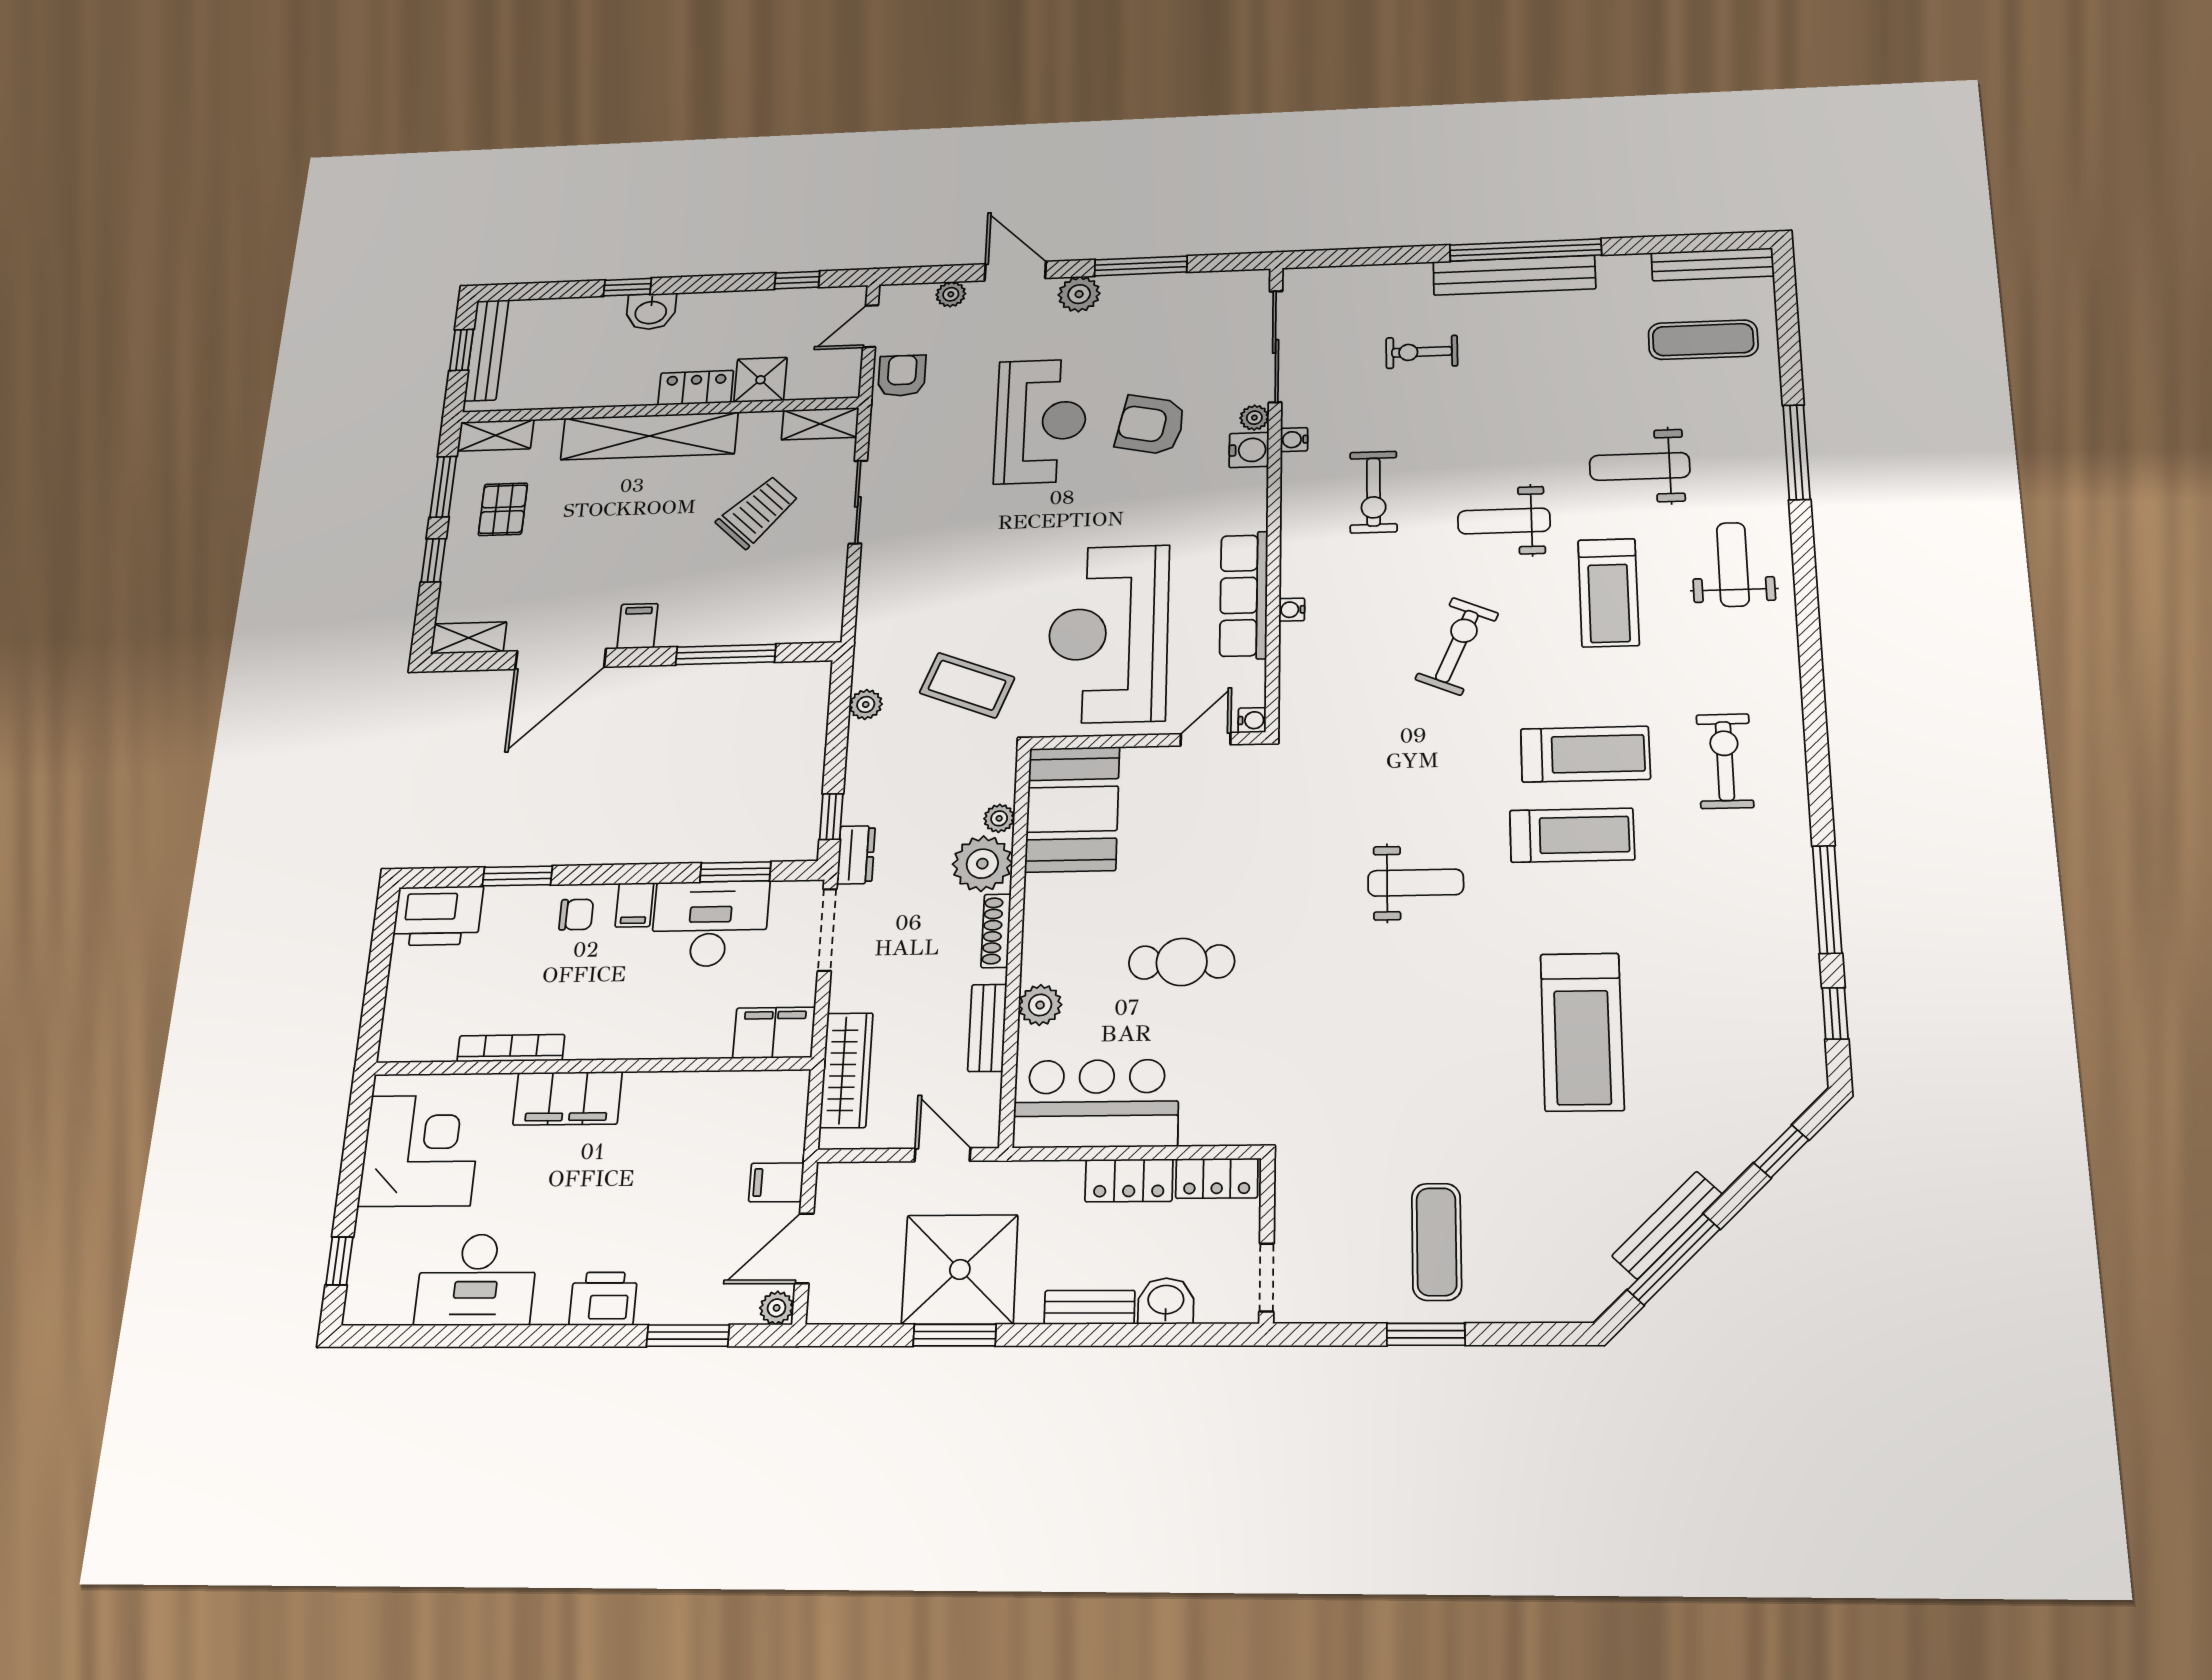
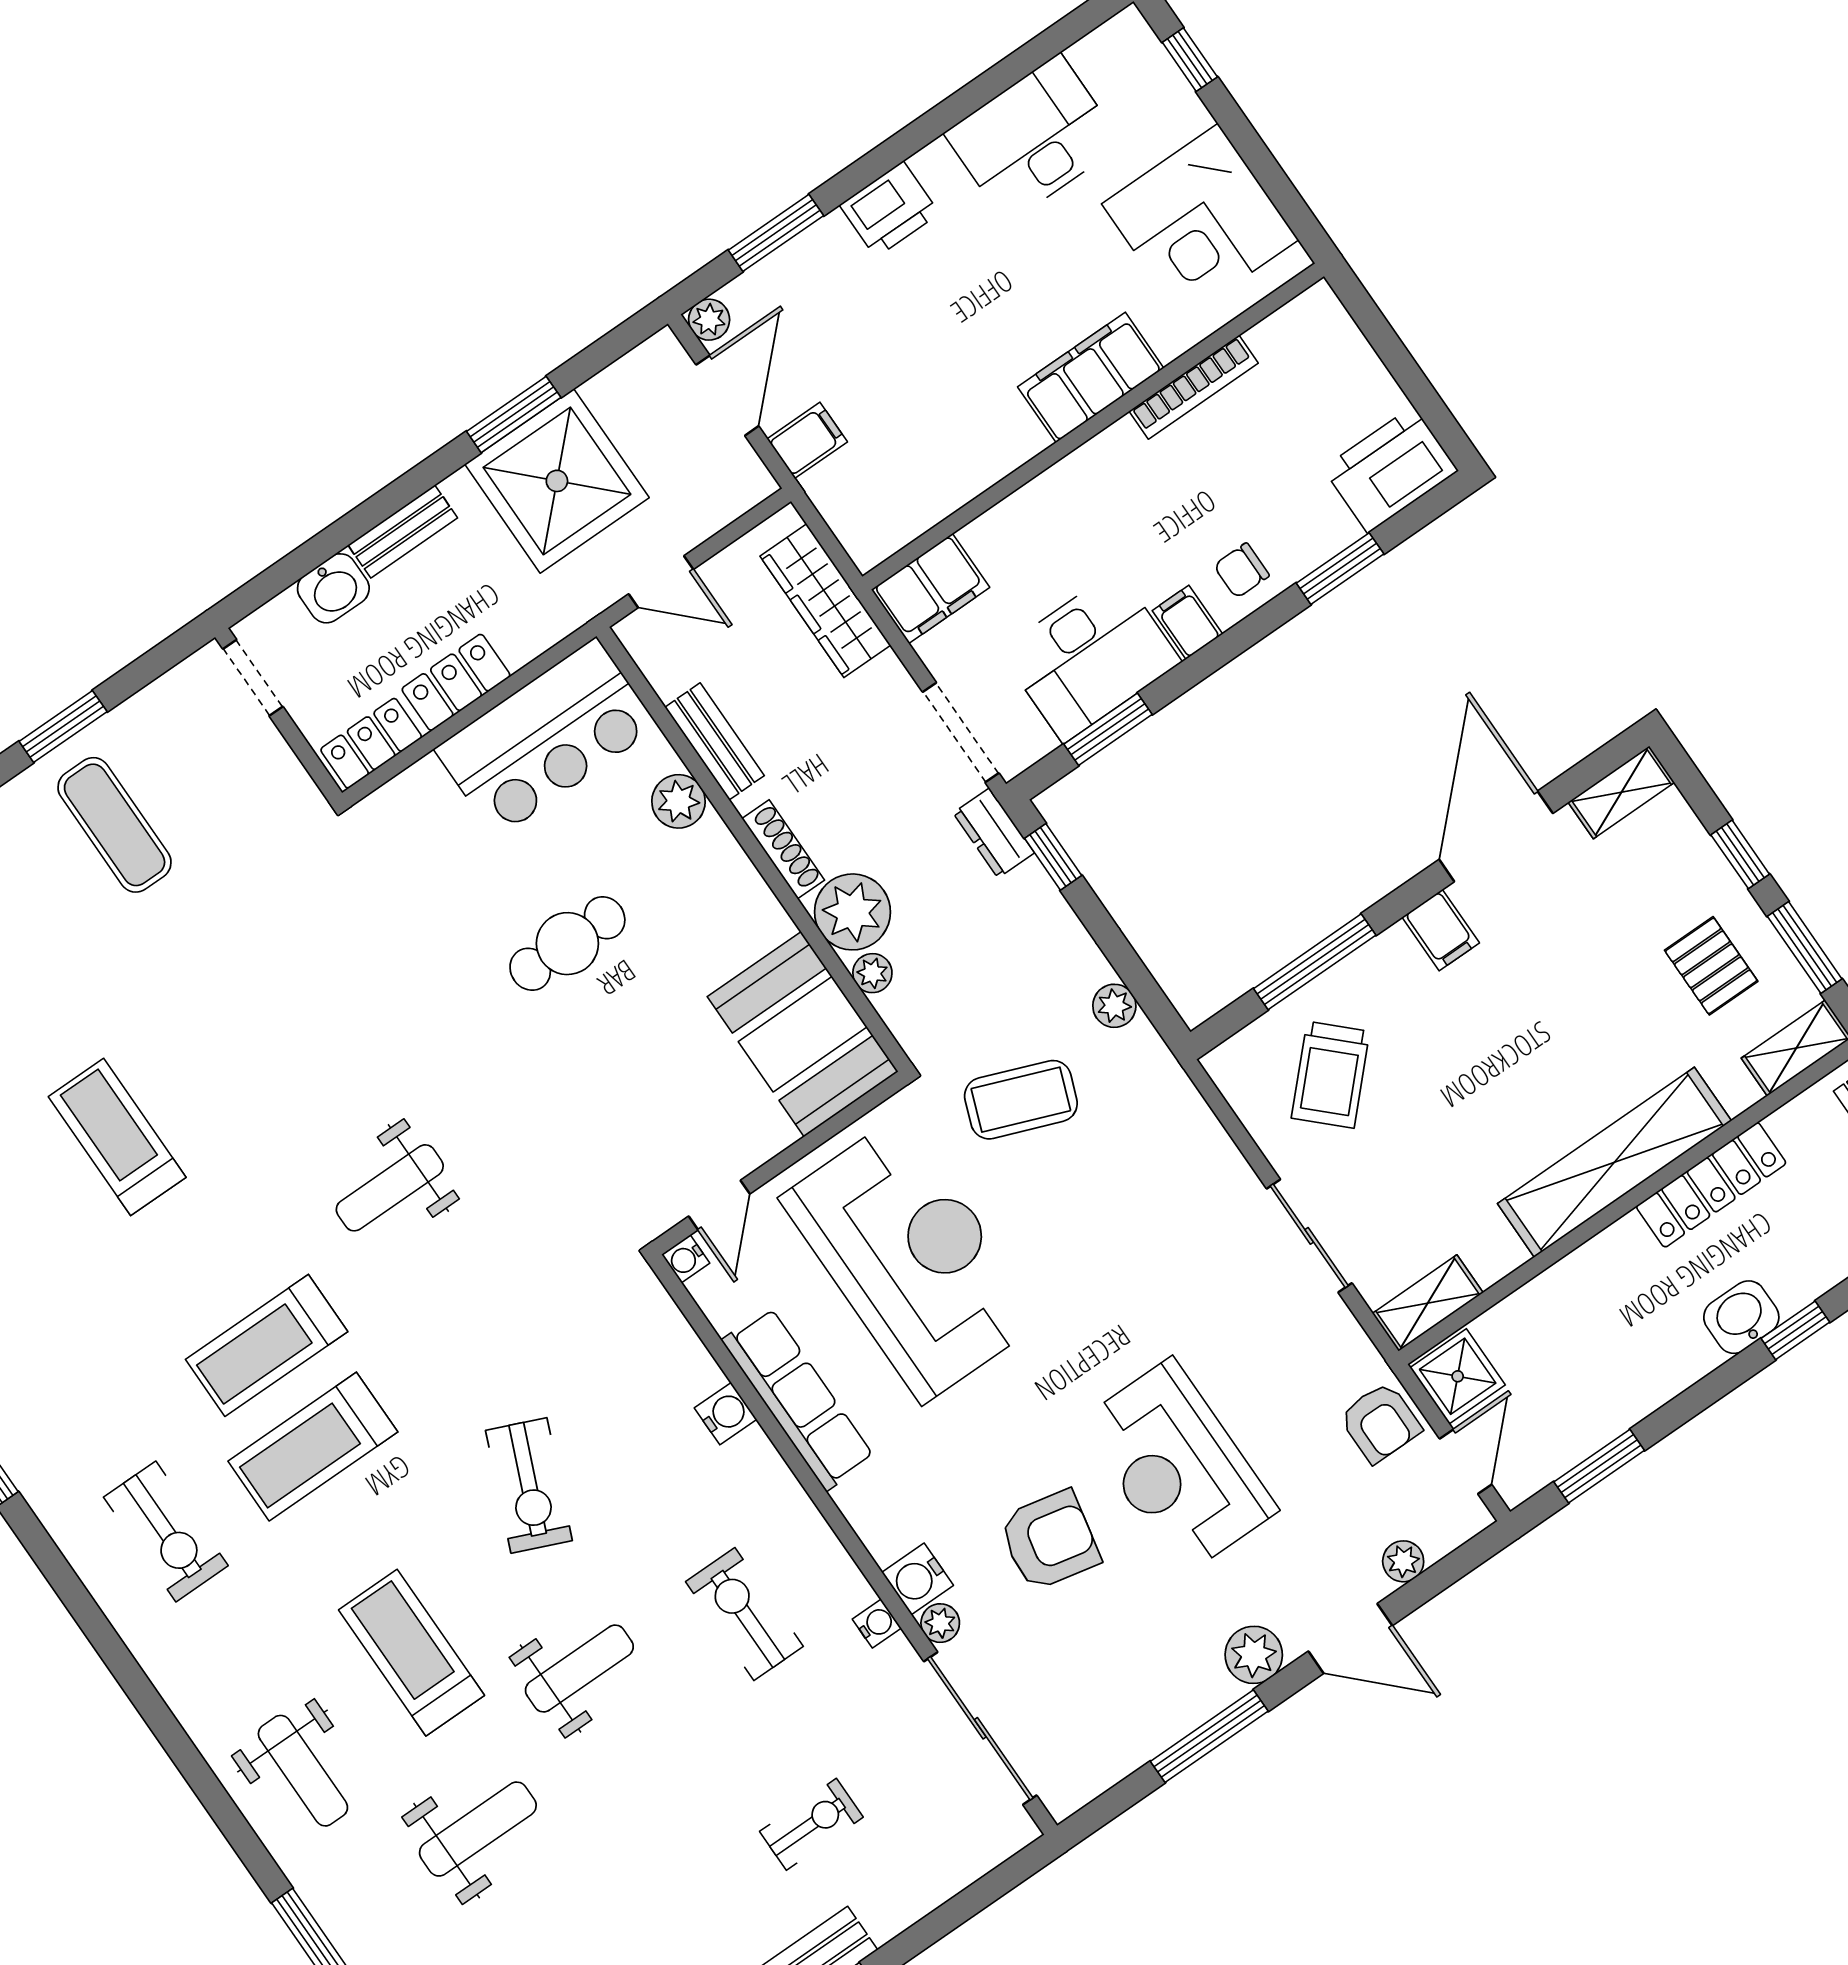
window: (797, 280) -> (1599, 1466), width x1.50
shower: (761, 380) -> (1458, 1376), moved
locker: (696, 388) -> (1711, 1185), moved, width x1.53
trolley: (757, 512) -> (1331, 1075), moved
water cooler: (1292, 610) -> (726, 1414), width x1.38, depth x1.38
treadmill: (1582, 1032) -> (117, 1137), width x0.73, depth x0.73

